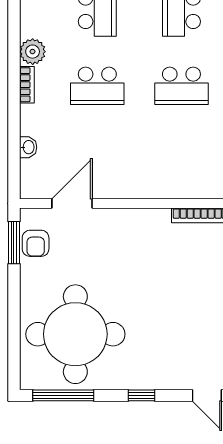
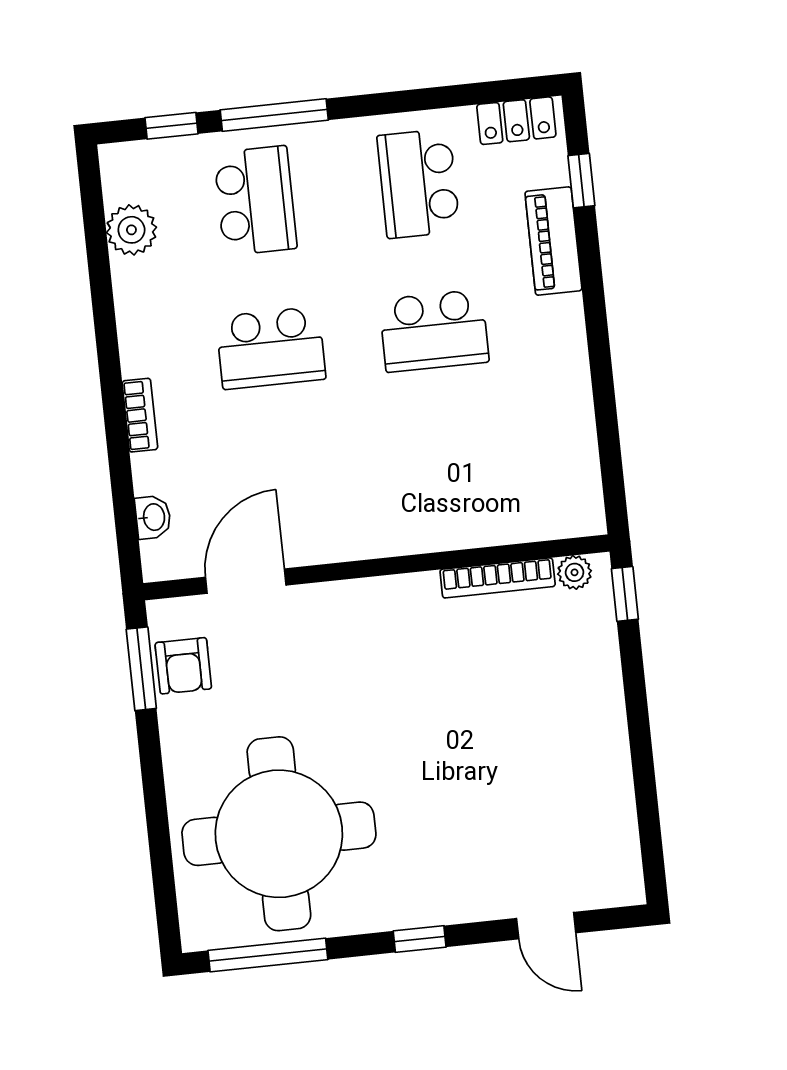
plant: (33, 52) -> (131, 230), moved
bookcase: (27, 85) -> (140, 415), moved
washbasin: (28, 147) -> (153, 517), moved

